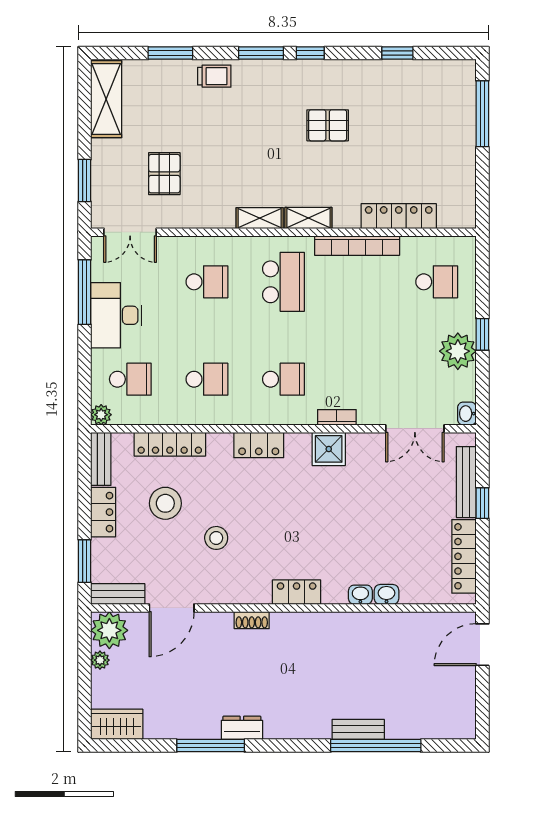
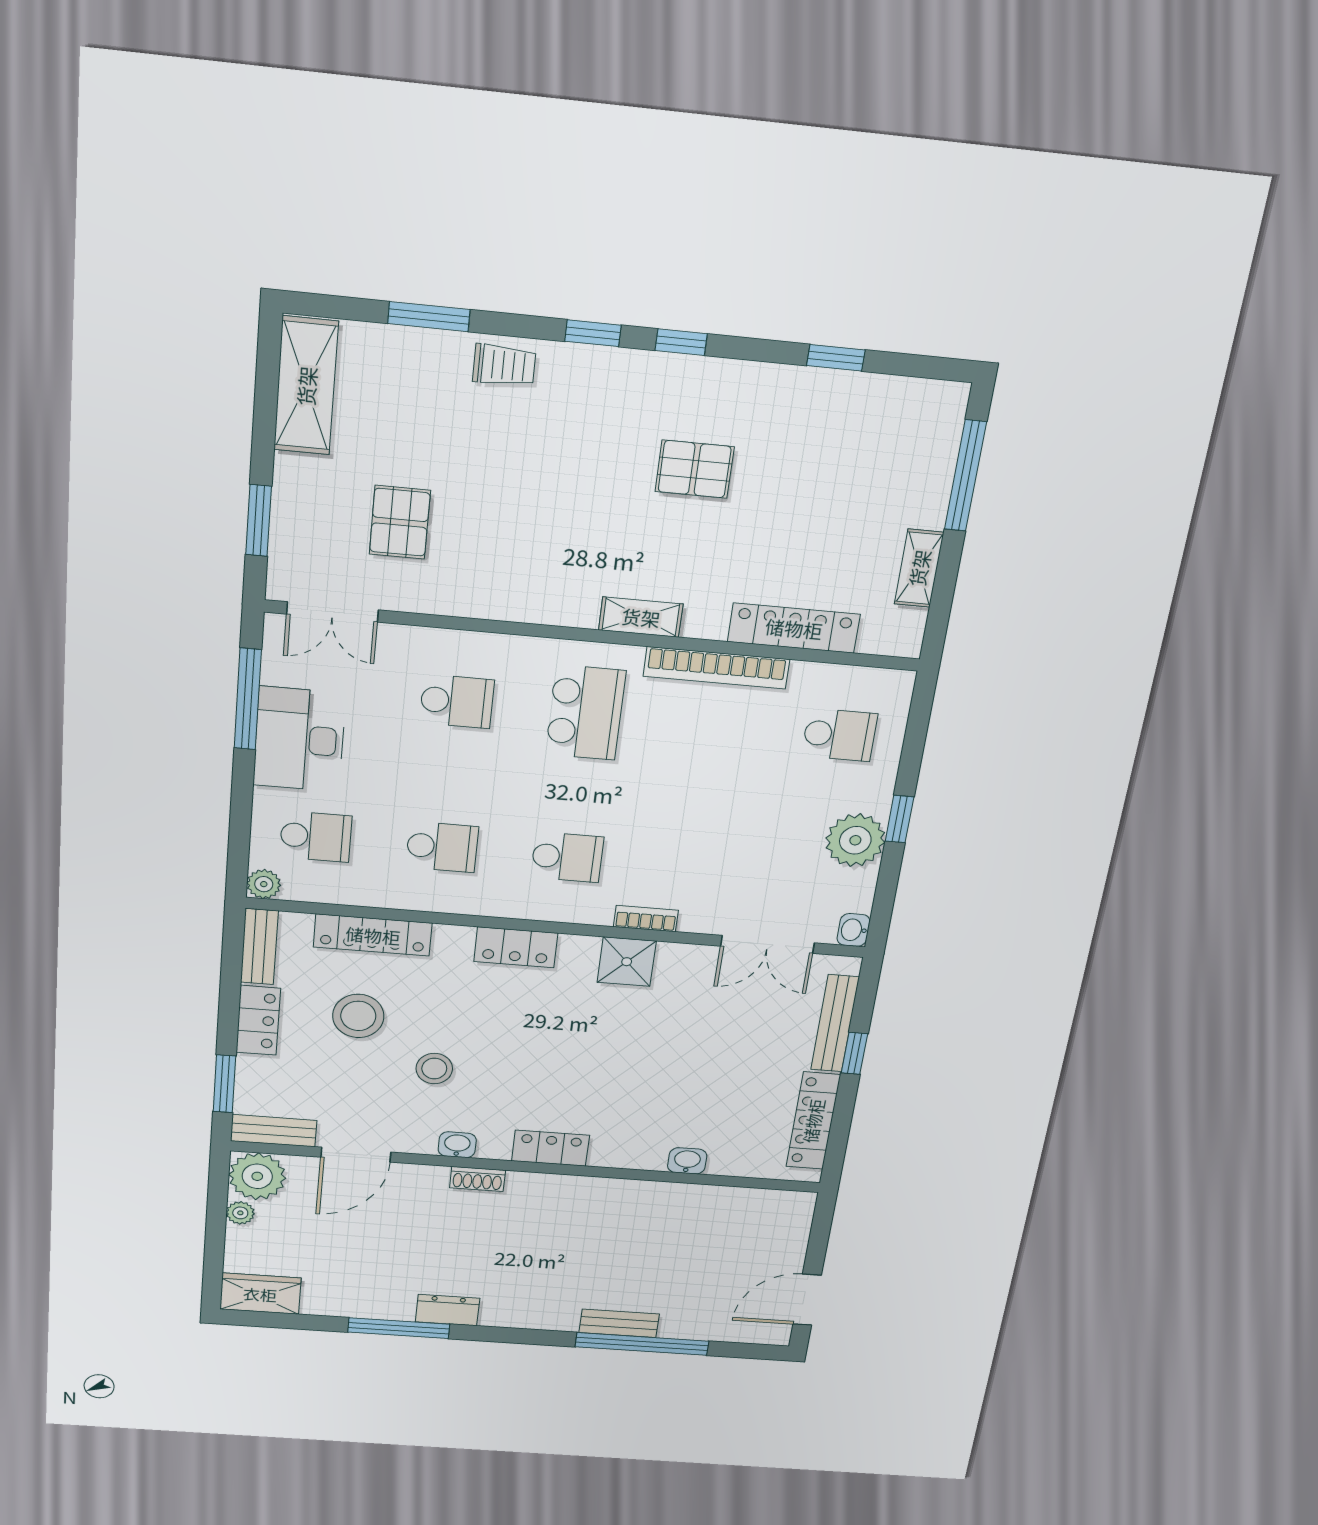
window: (261, 53) -> (593, 333), width x0.67
shelving: (260, 218) -> (919, 568), moved, turned 90
washbasin: (360, 595) -> (457, 1145), moved
door: (482, 645) -> (807, 1300), moved

